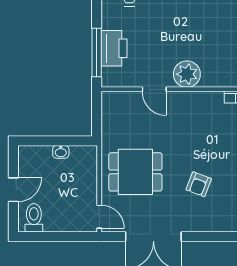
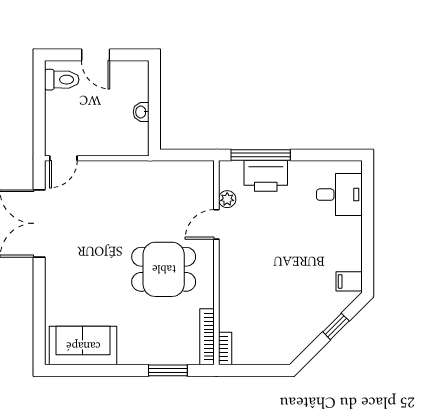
plant: (187, 74) -> (227, 199), moved, width x0.53, depth x0.53
dining table: (135, 172) -> (164, 269), moved, turned 90
armchair: (199, 184) -> (102, 278), removed

